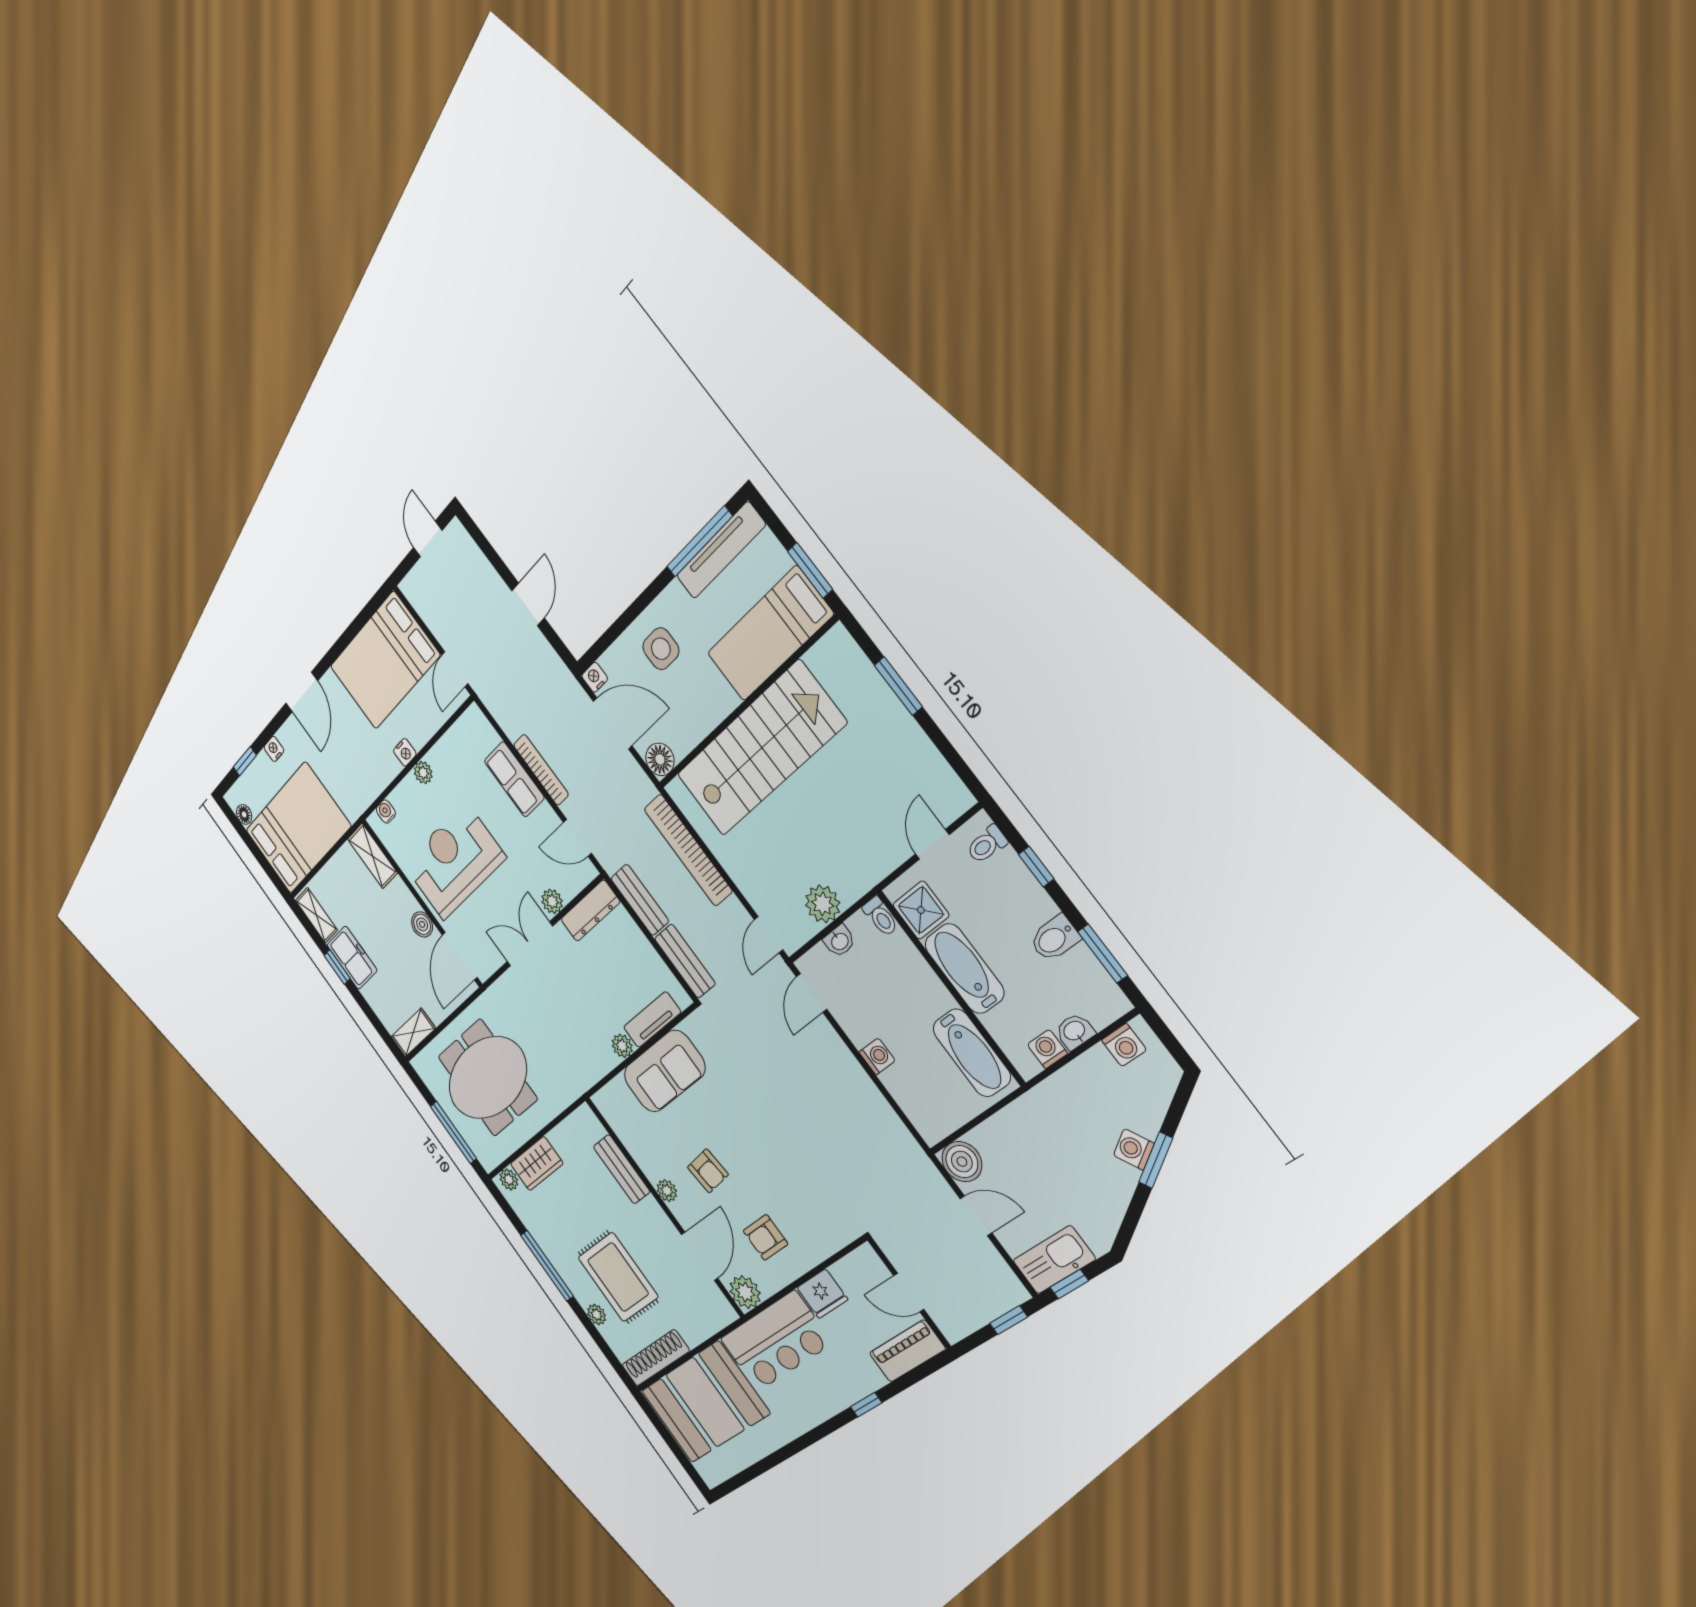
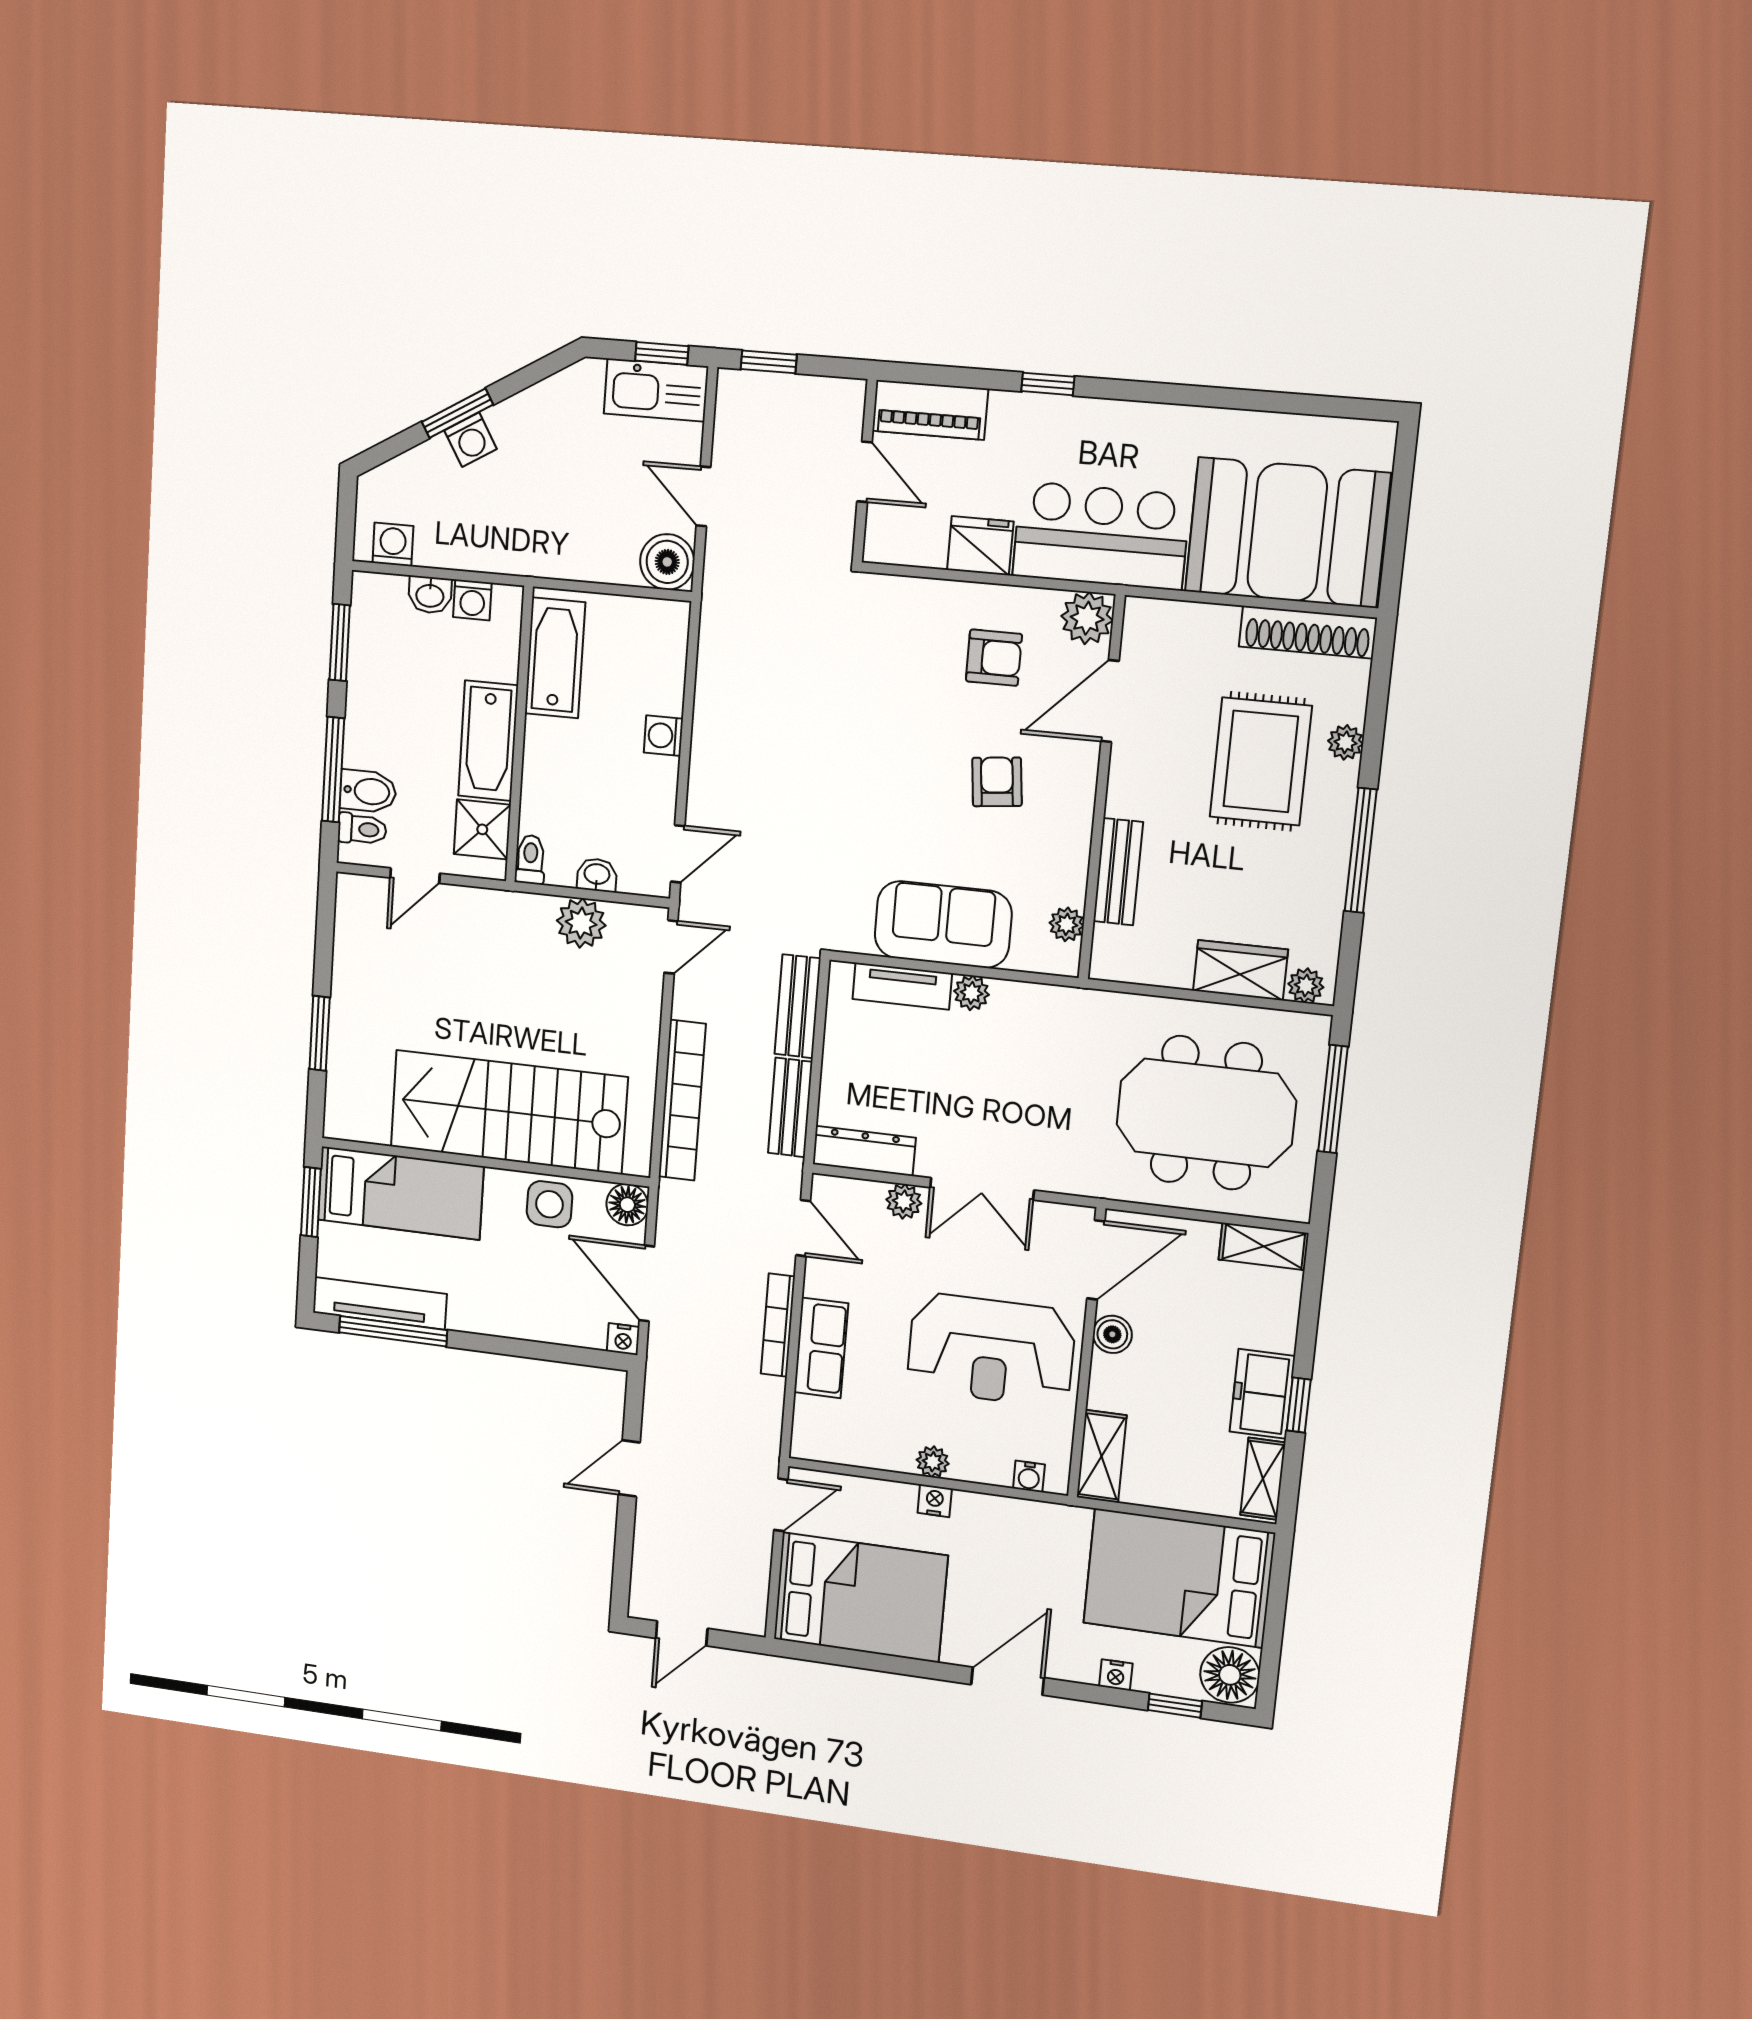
side table: (661, 649) -> (549, 1204), moved
floor lamp: (244, 814) -> (1230, 1675), width x1.89, depth x1.89
window: (1036, 867) -> (333, 770), width x2.17
bidet: (1054, 938) -> (368, 791), moved
plant: (667, 1191) -> (1067, 924), moved

